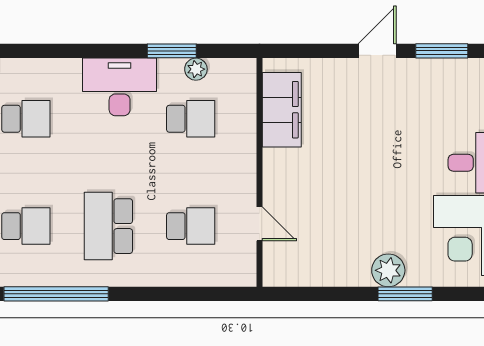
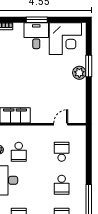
school desk: (191, 119) -> (19, 152), turned 180
school desk: (108, 226) -> (62, 185), width x0.54

